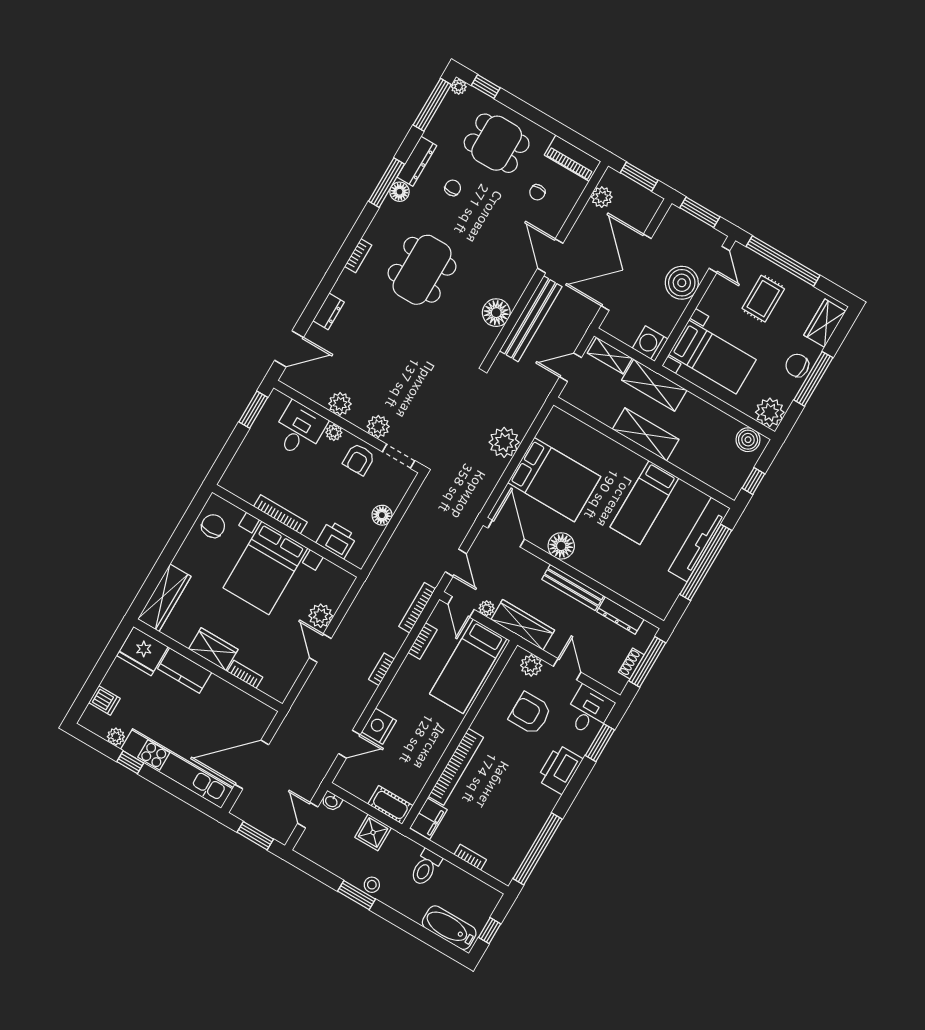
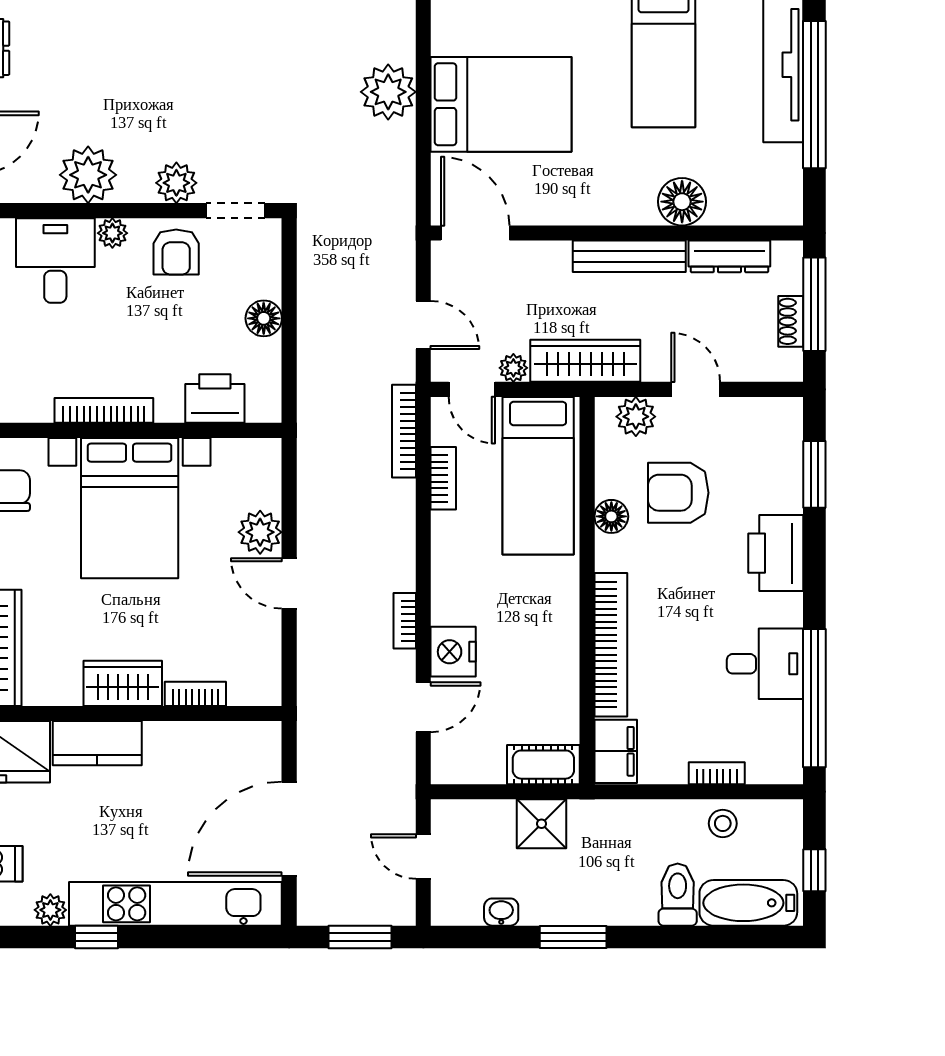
plant: (340, 404) -> (88, 175), width x1.36, depth x1.36
floor lamp: (561, 546) -> (682, 202), moved
bookcase: (382, 669) -> (405, 621), moved
floor lamp: (492, 706) -> (611, 516), added
desk: (589, 711) -> (765, 664), moved, turned 90
washbasin: (332, 801) -> (501, 912), moved, turned 180
toilet: (426, 868) -> (678, 895), moved, turned 180
stool: (372, 885) -> (723, 823), moved

